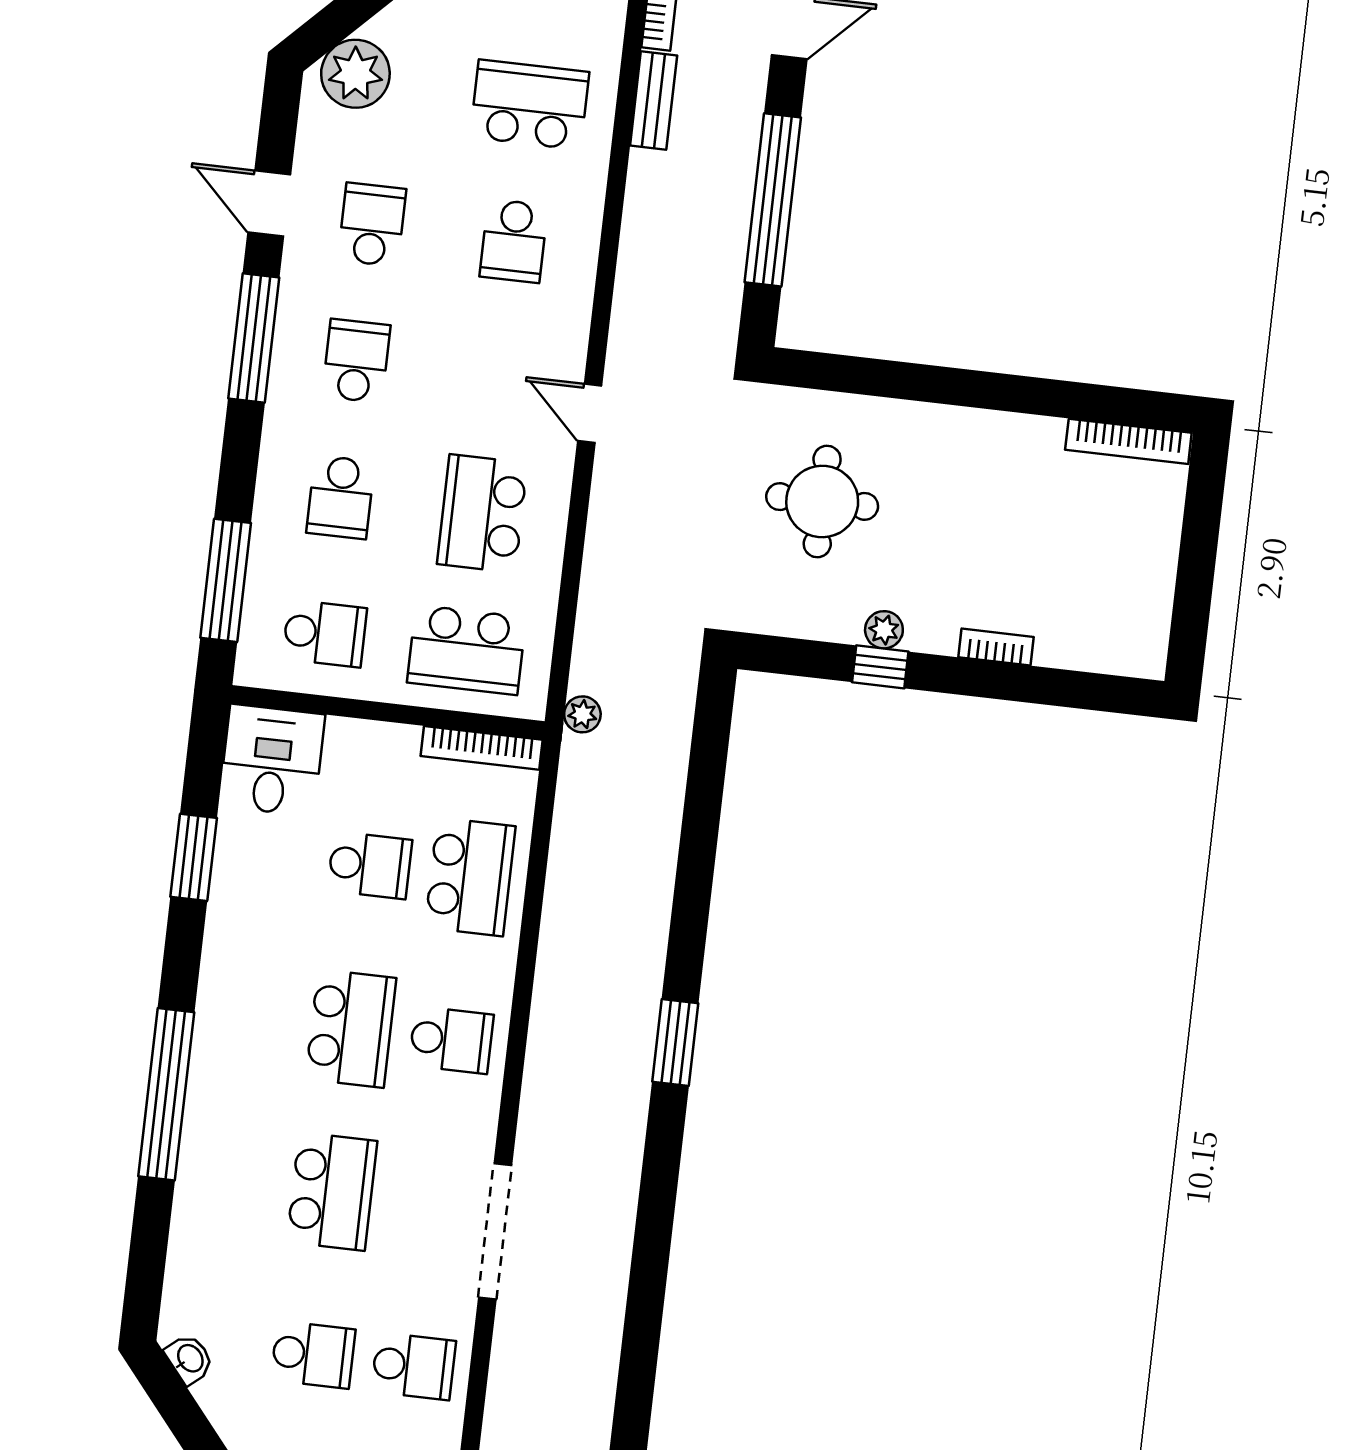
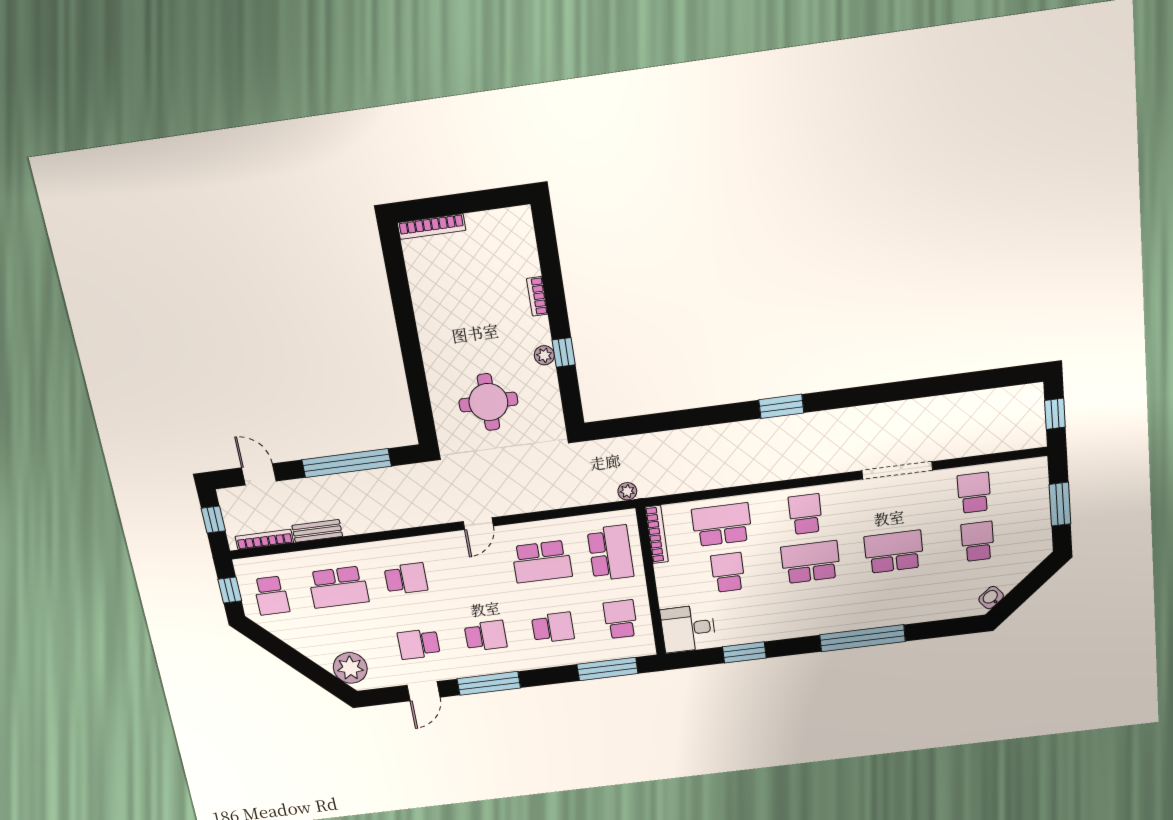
school desk: (530, 105) -> (338, 587), turned -90
school desk: (356, 361) -> (486, 636), turned 180
bookcase: (1128, 441) -> (432, 227), moved, turned 90

